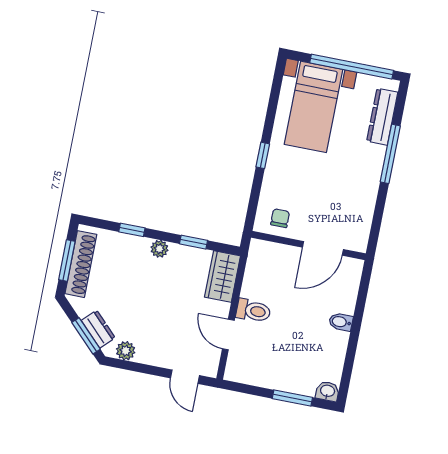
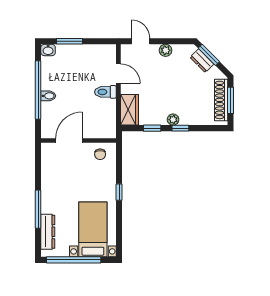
window: (132, 230) -> (180, 128), moved
window: (355, 334) -> (38, 90), added
plant: (126, 351) -> (166, 50), moved

